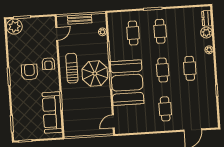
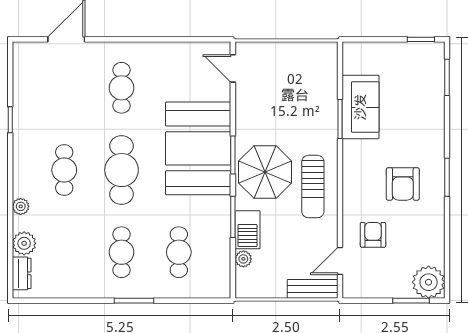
bench: (80, 19) -> (313, 289), moved
barbecue: (101, 46) -> (247, 230), added
armchair: (48, 64) -> (373, 235), moved
cafe table: (163, 70) -> (122, 170), width x1.37, depth x1.35
sofa: (52, 113) -> (360, 107), width x0.73
door: (113, 121) -> (233, 68), swing flipped

